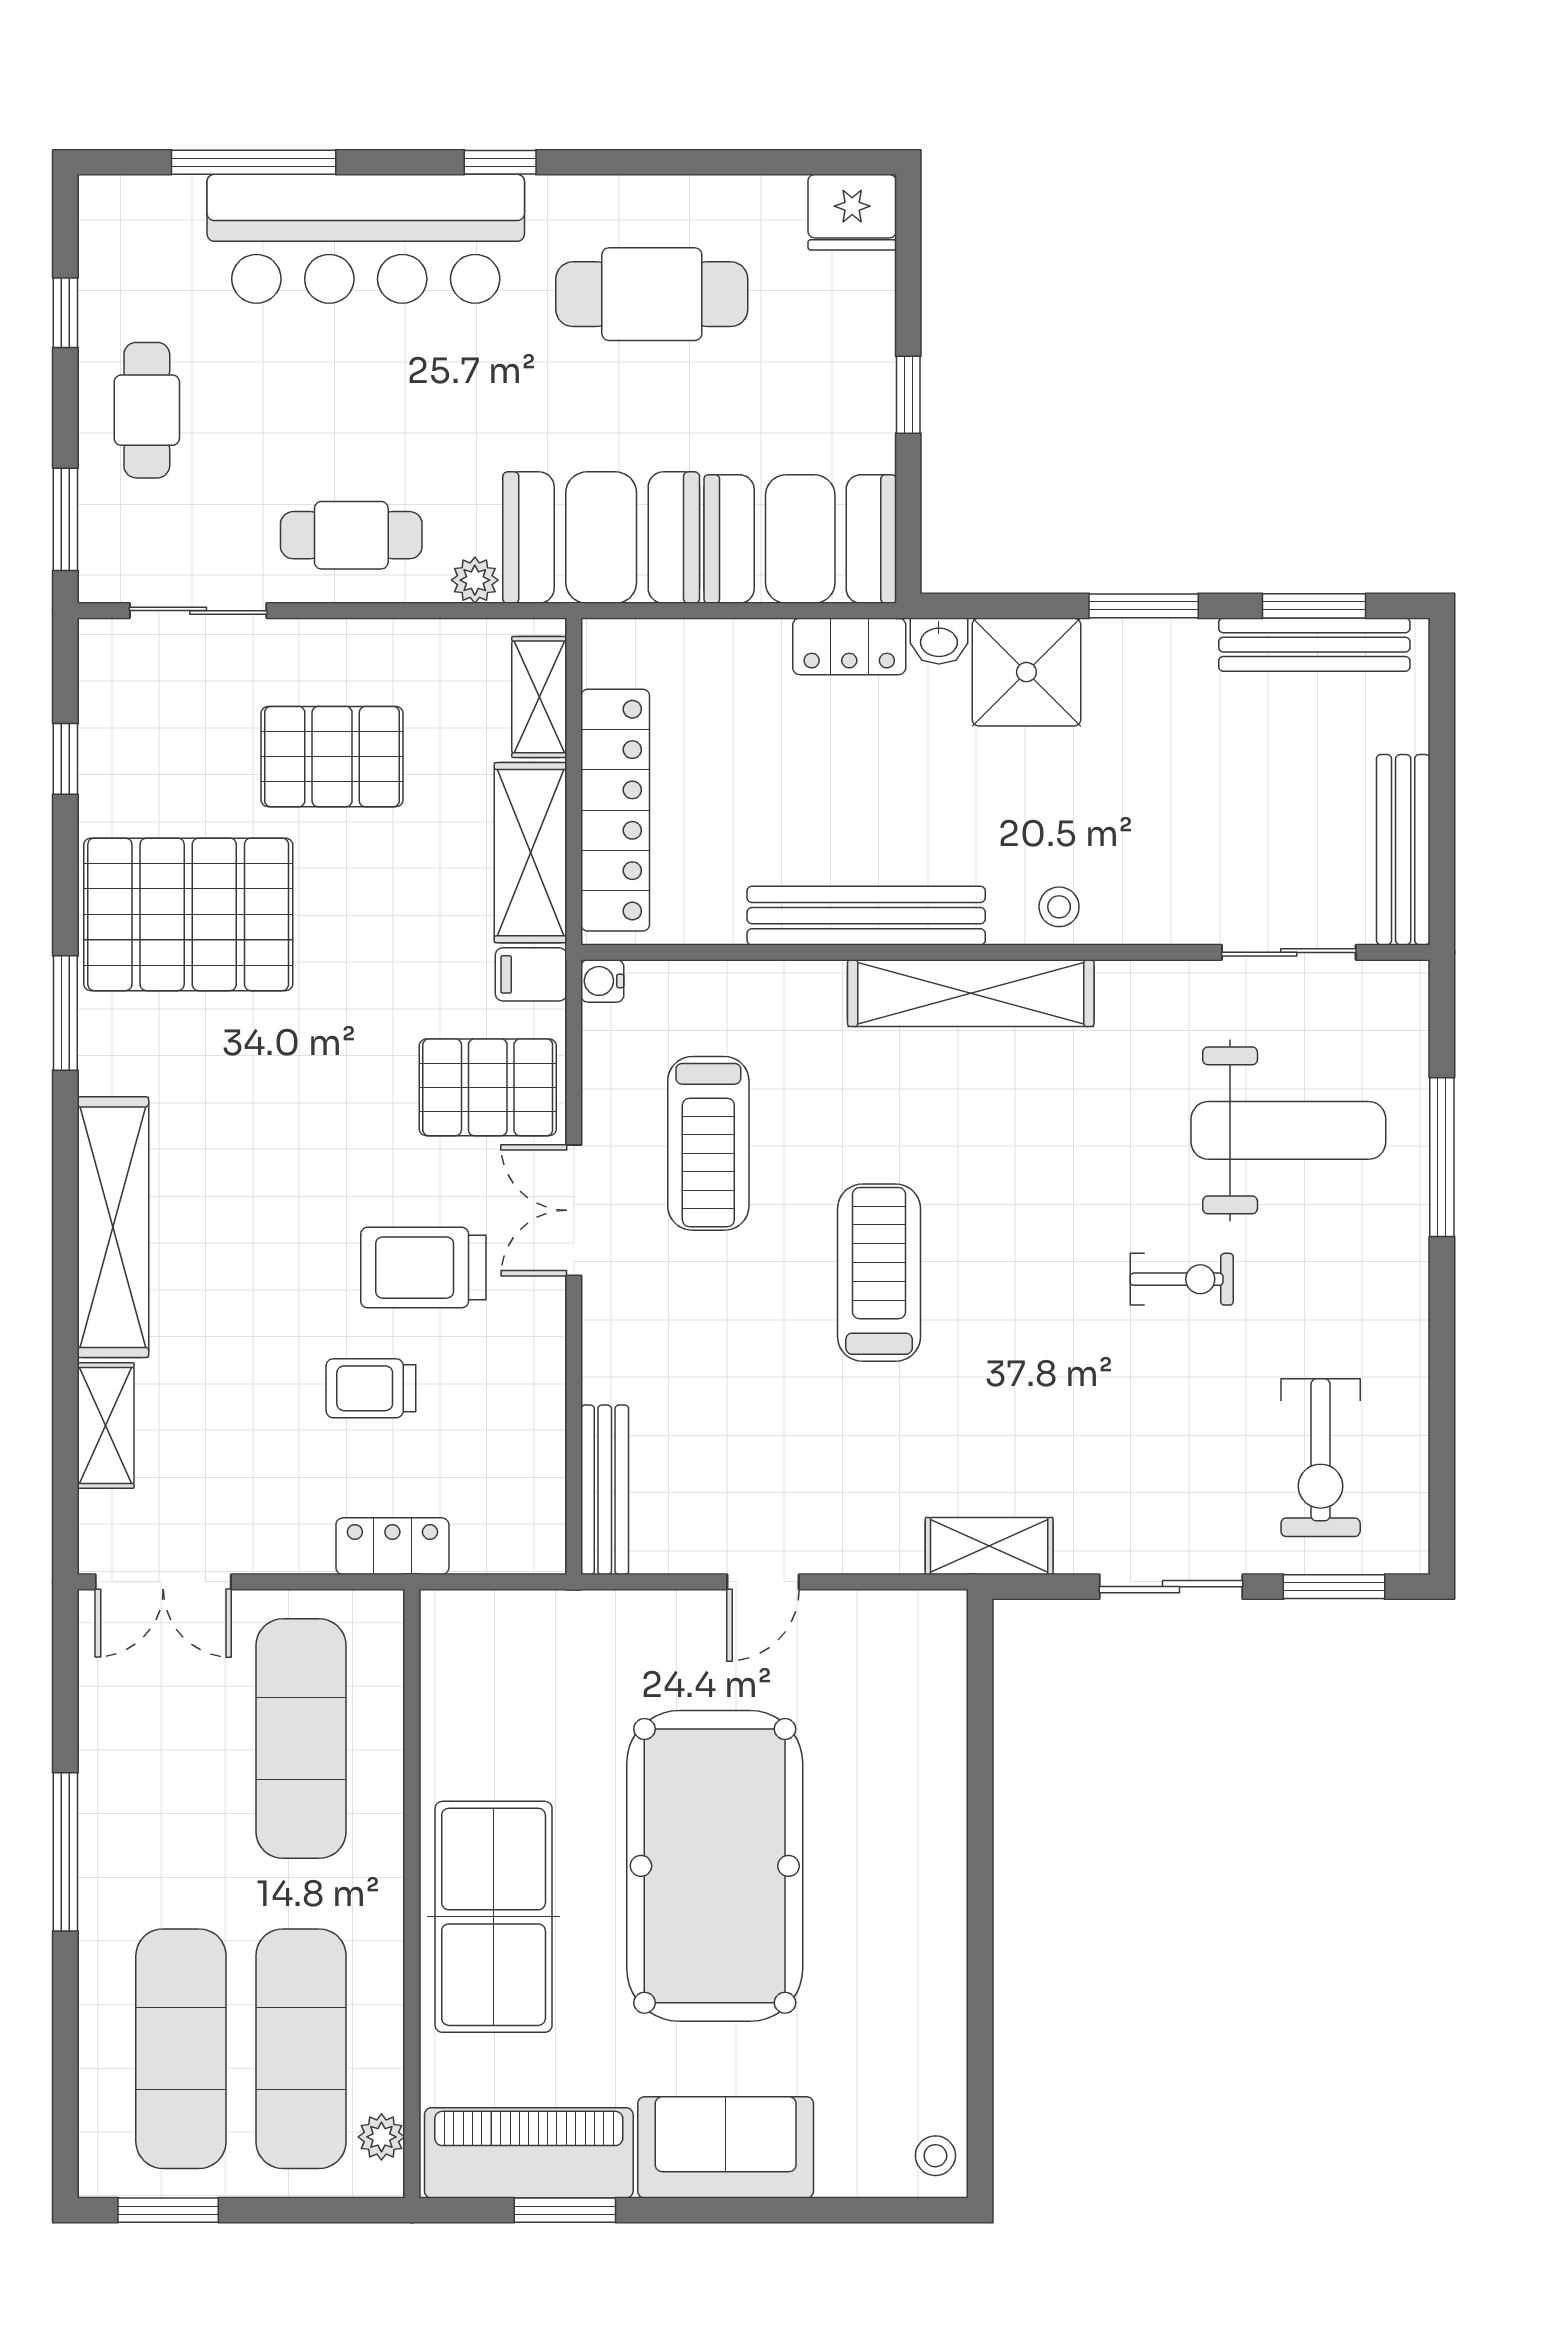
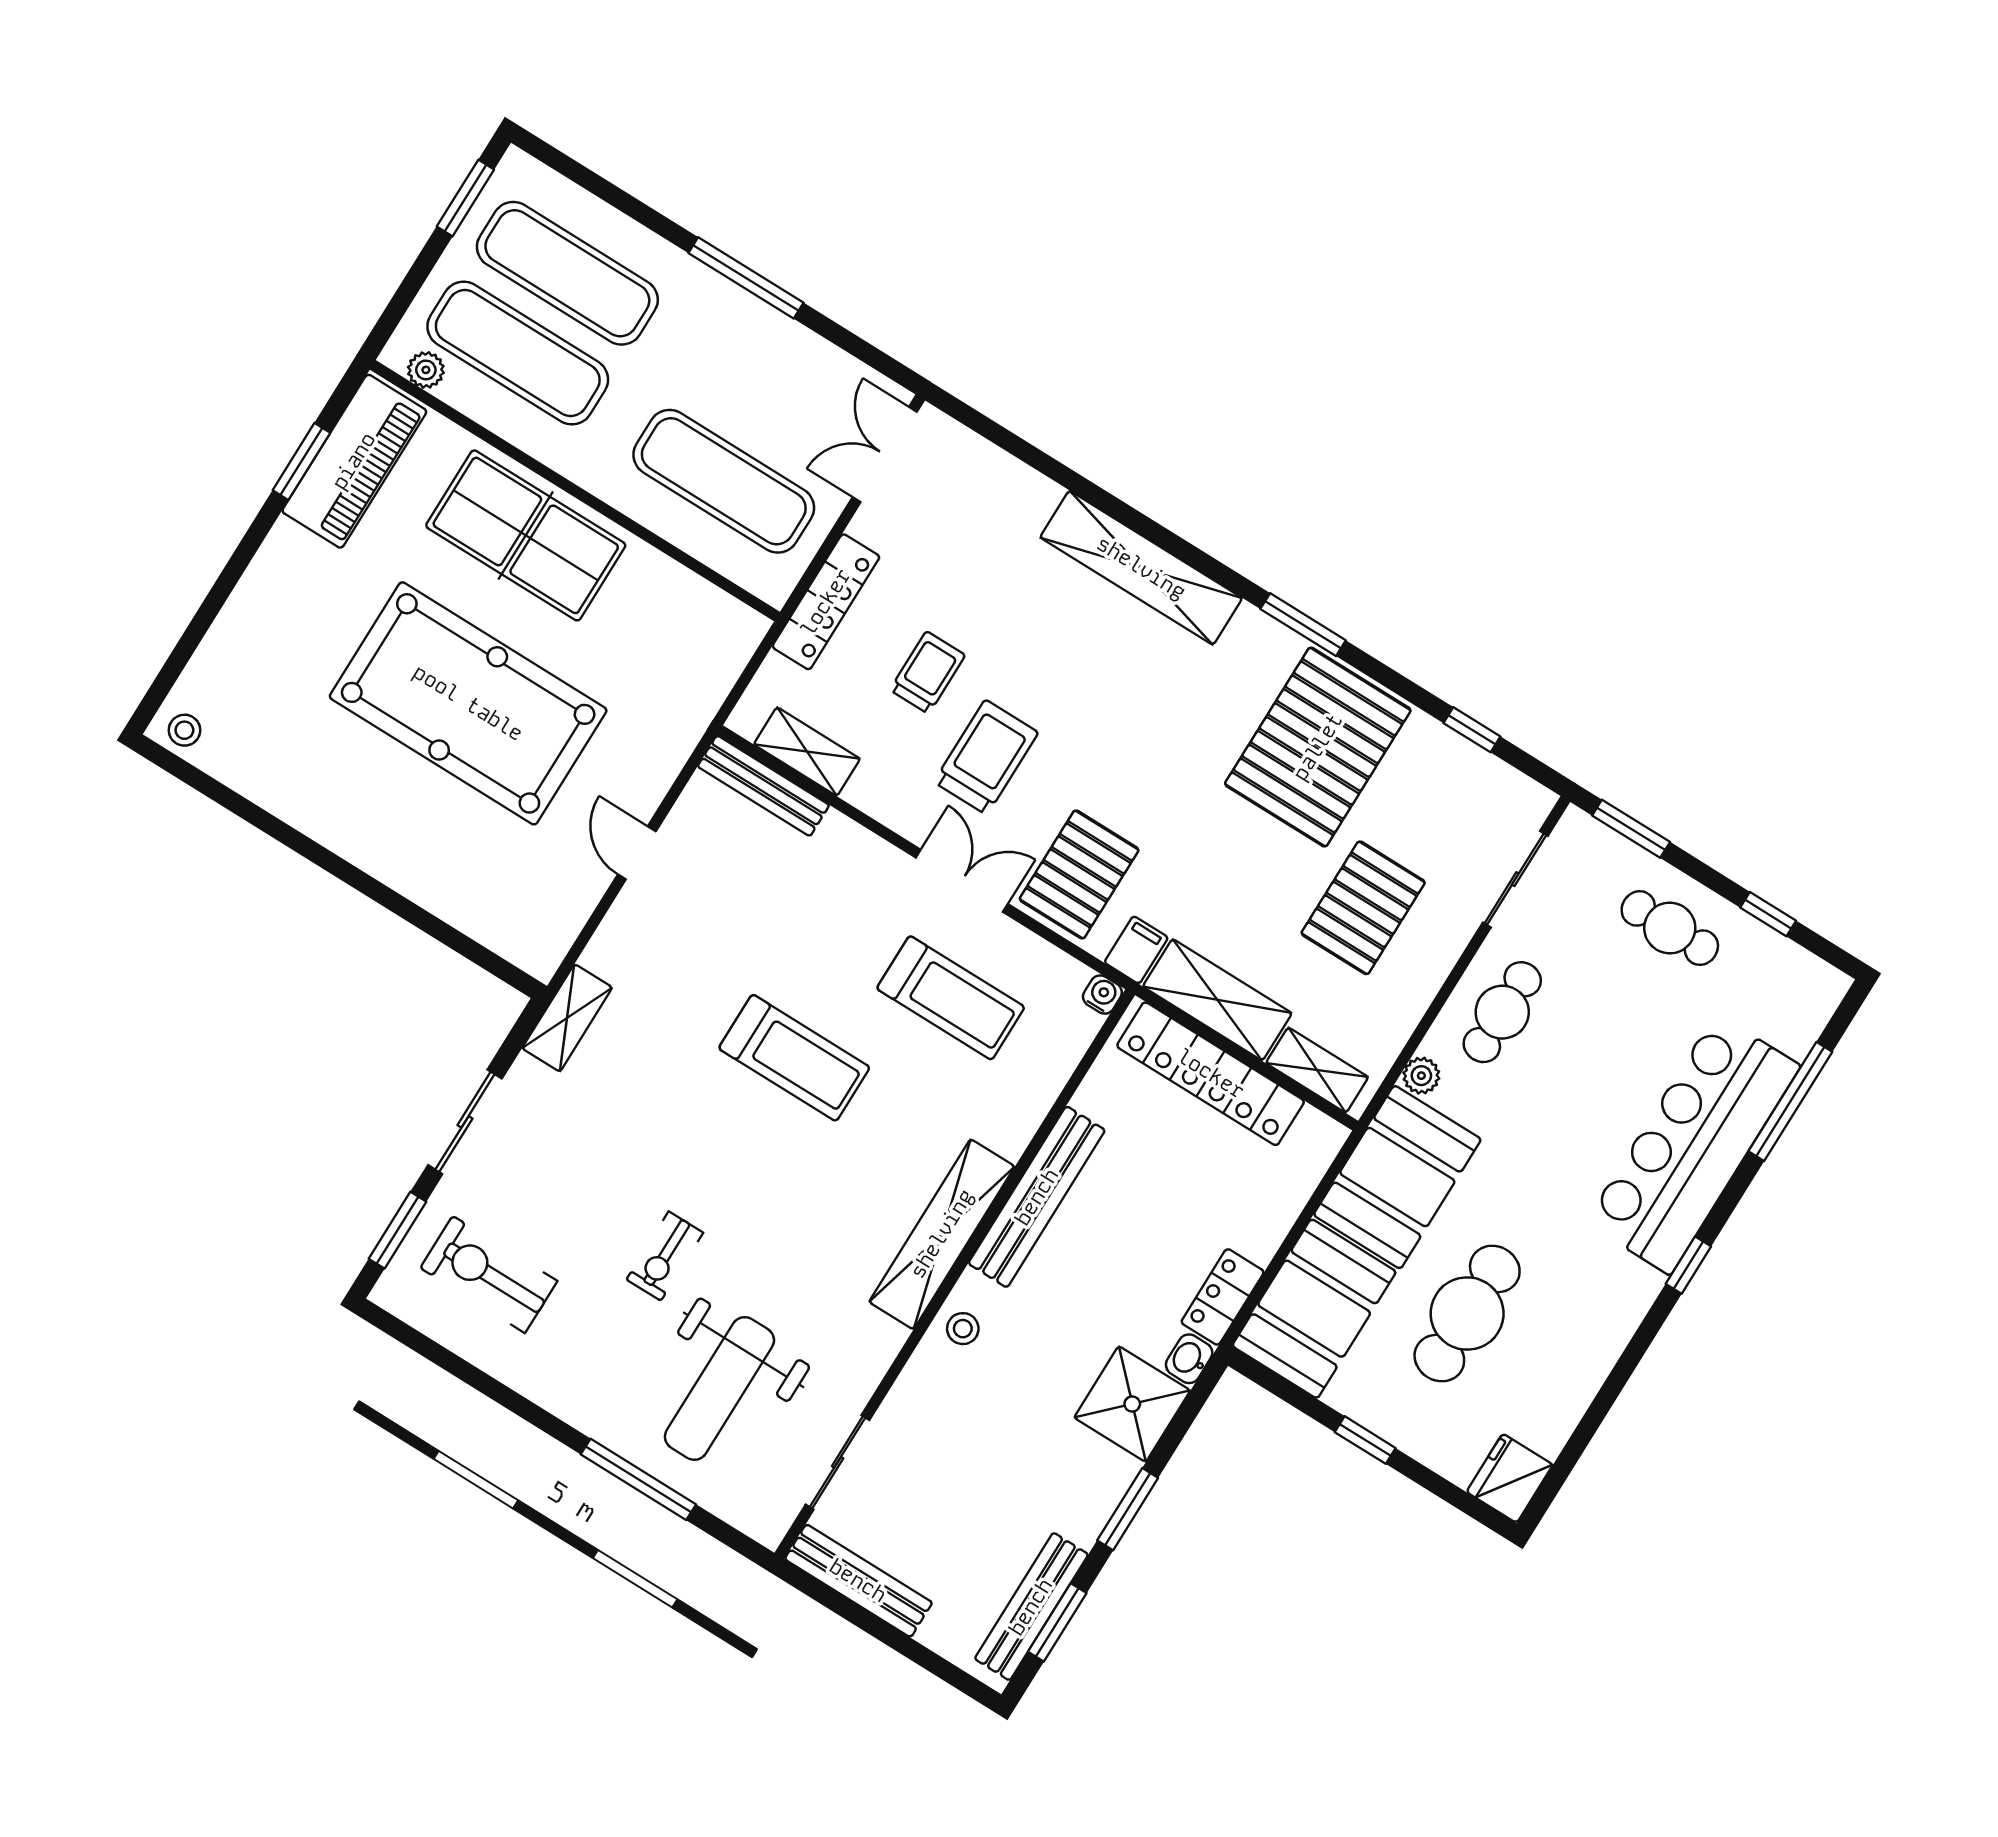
cafe table: (652, 294) -> (1467, 1314), moved
treadmill: (708, 1143) -> (951, 998), turned 180
shelving: (106, 1425) -> (807, 752), moved
locker: (392, 1546) -> (826, 602), width x1.53
sofa: (726, 2147) -> (277, 594), removed

